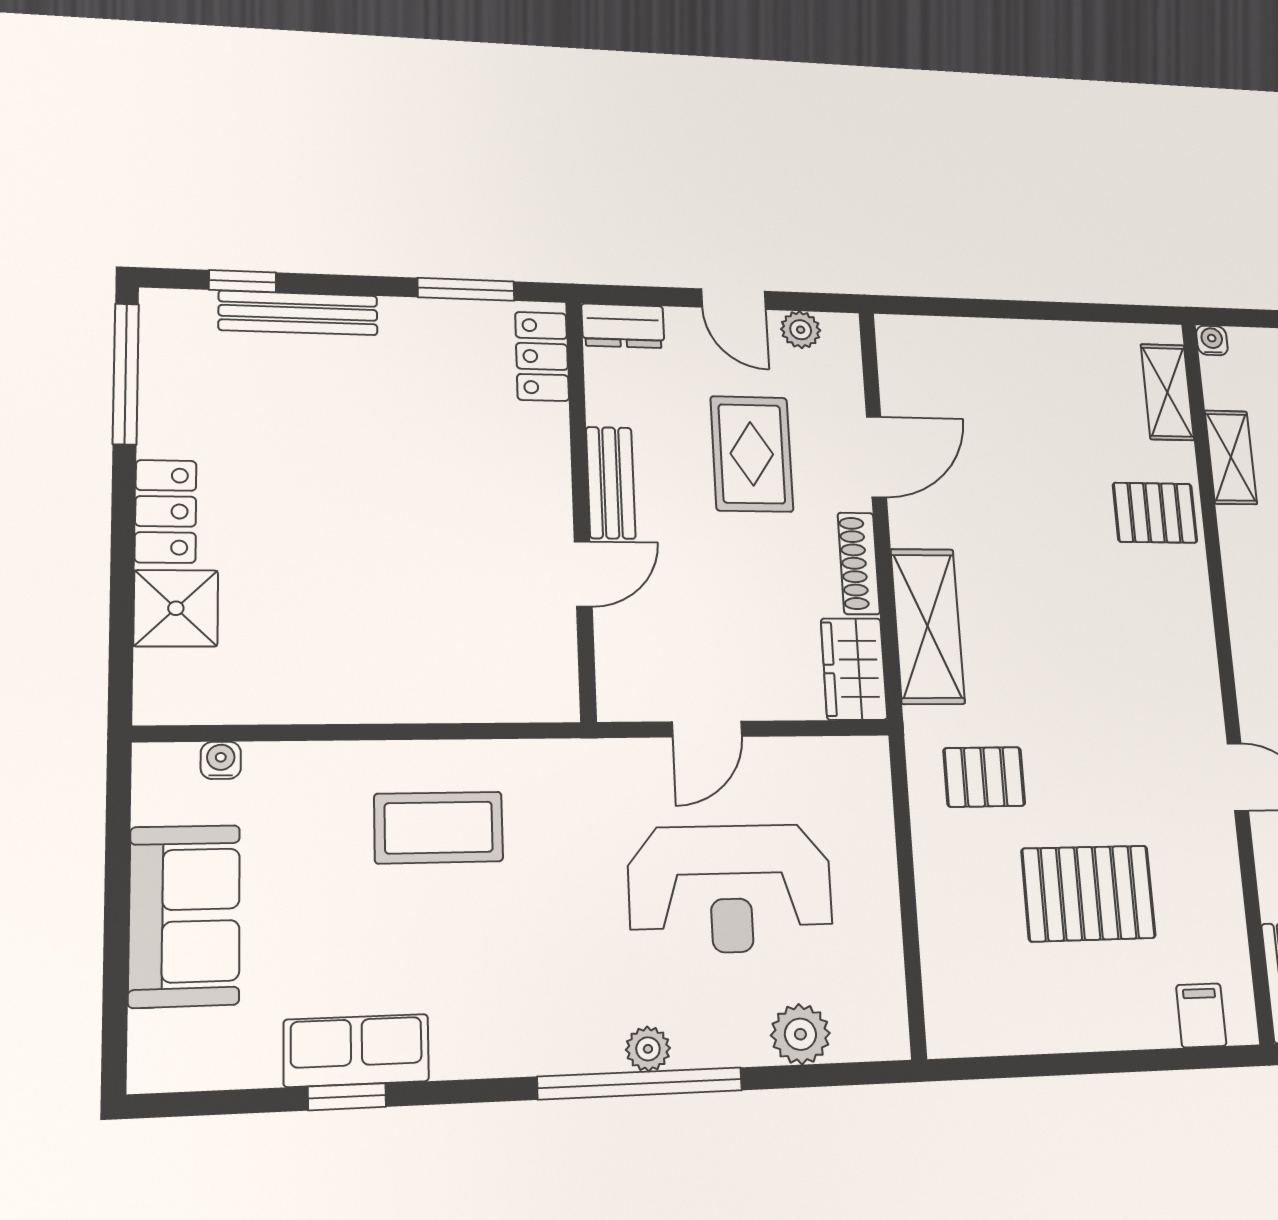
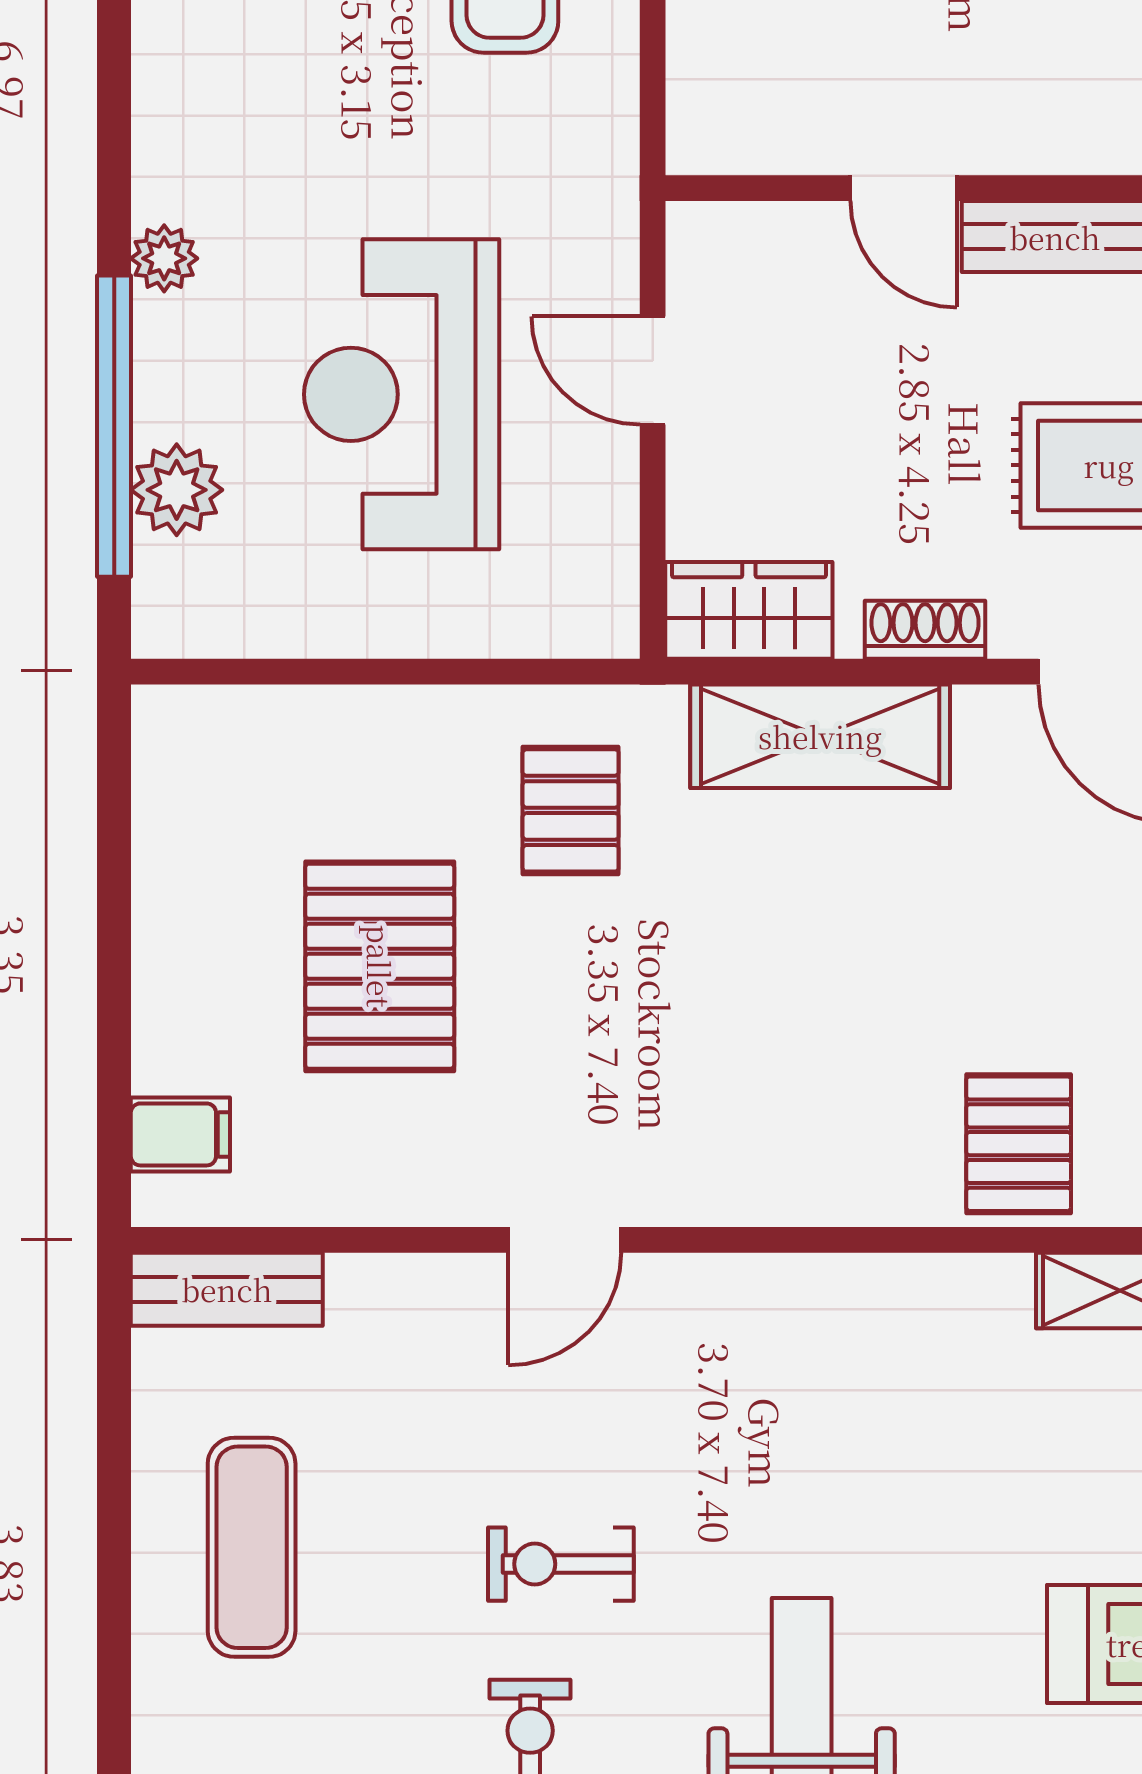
shoe rack: (859, 563) -> (925, 630), width x0.70
window: (640, 1083) -> (114, 426), moved

